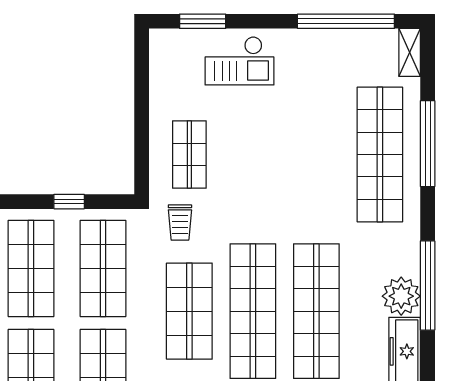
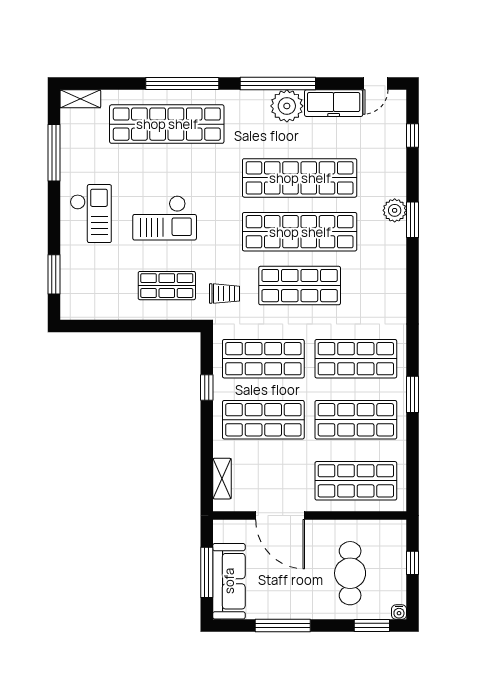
window: (346, 21) -> (54, 153), width x0.68
checkout: (239, 61) -> (91, 214), moved
window: (428, 144) -> (182, 84), moved
checkout: (269, 152) -> (165, 218), added

